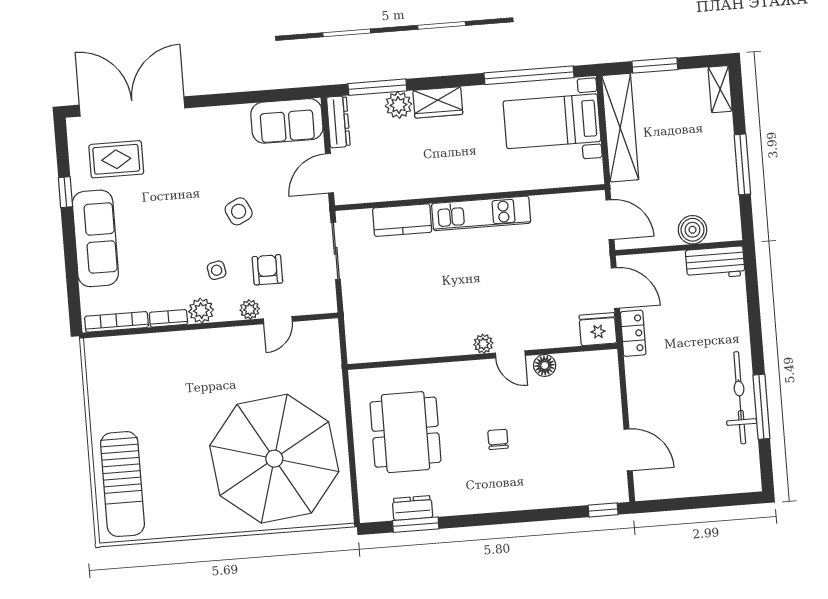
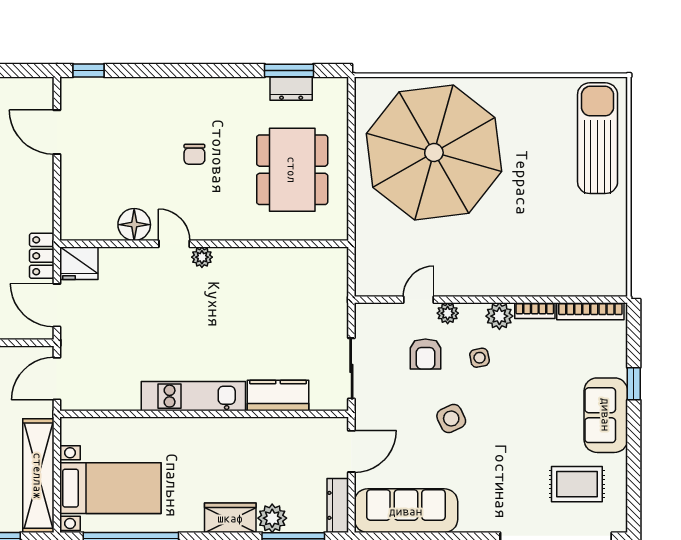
sofa: (287, 121) -> (406, 511), width x1.36
window: (65, 192) -> (634, 384), moved
door: (610, 220) -> (57, 379), hinge flipped
sofa: (95, 238) -> (606, 415), width x0.73
floor lamp: (545, 365) -> (134, 225), width x1.38, depth x1.38

